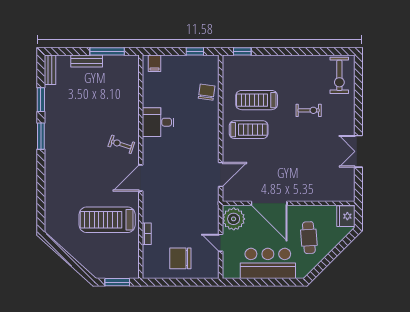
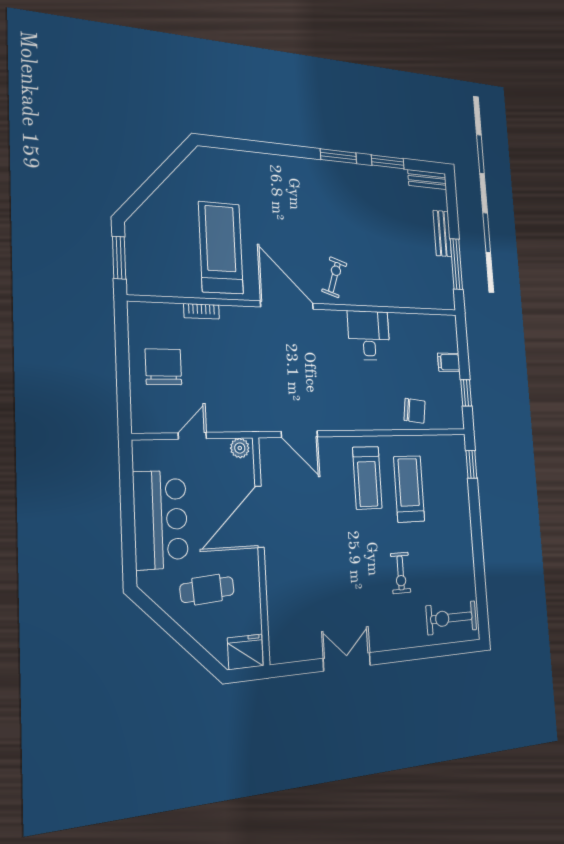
filing cabinet: (155, 63) -> (449, 362), moved
door: (141, 178) -> (287, 305), width x1.36
plant: (234, 219) -> (240, 448), width x0.53, depth x0.53

